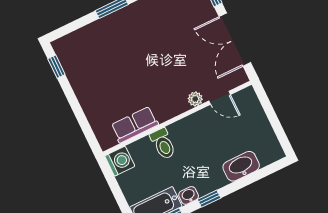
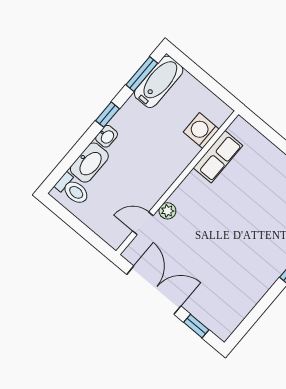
toilet: (163, 144) -> (73, 189), moved, turned 180
washing machine: (120, 161) -> (201, 131), moved, turned 90
washbasin: (189, 195) -> (107, 136), moved

